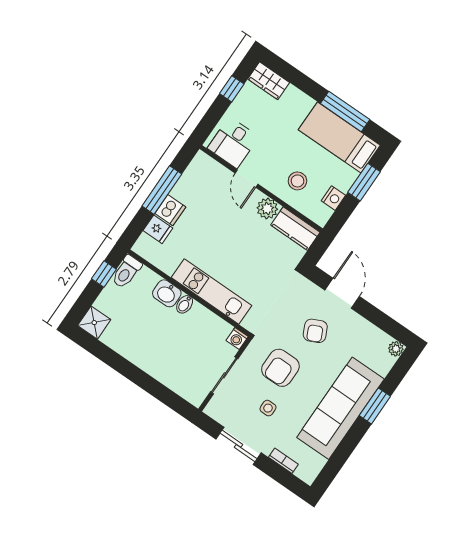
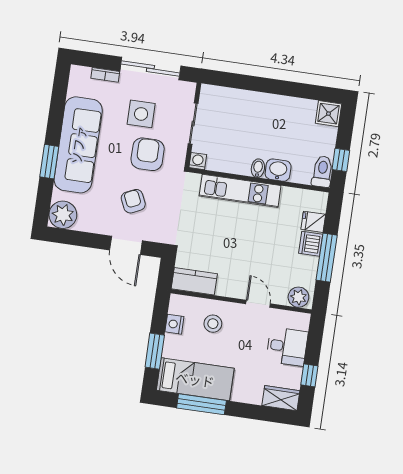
desk: (233, 143) -> (287, 346), moved, turned 90
plant: (267, 209) -> (298, 297), moved
plant: (396, 349) -> (63, 215), width x1.87, depth x1.87
side table: (268, 408) -> (141, 114), width x1.87, depth x1.87
sliding door: (238, 446) -> (150, 68), width x1.37

